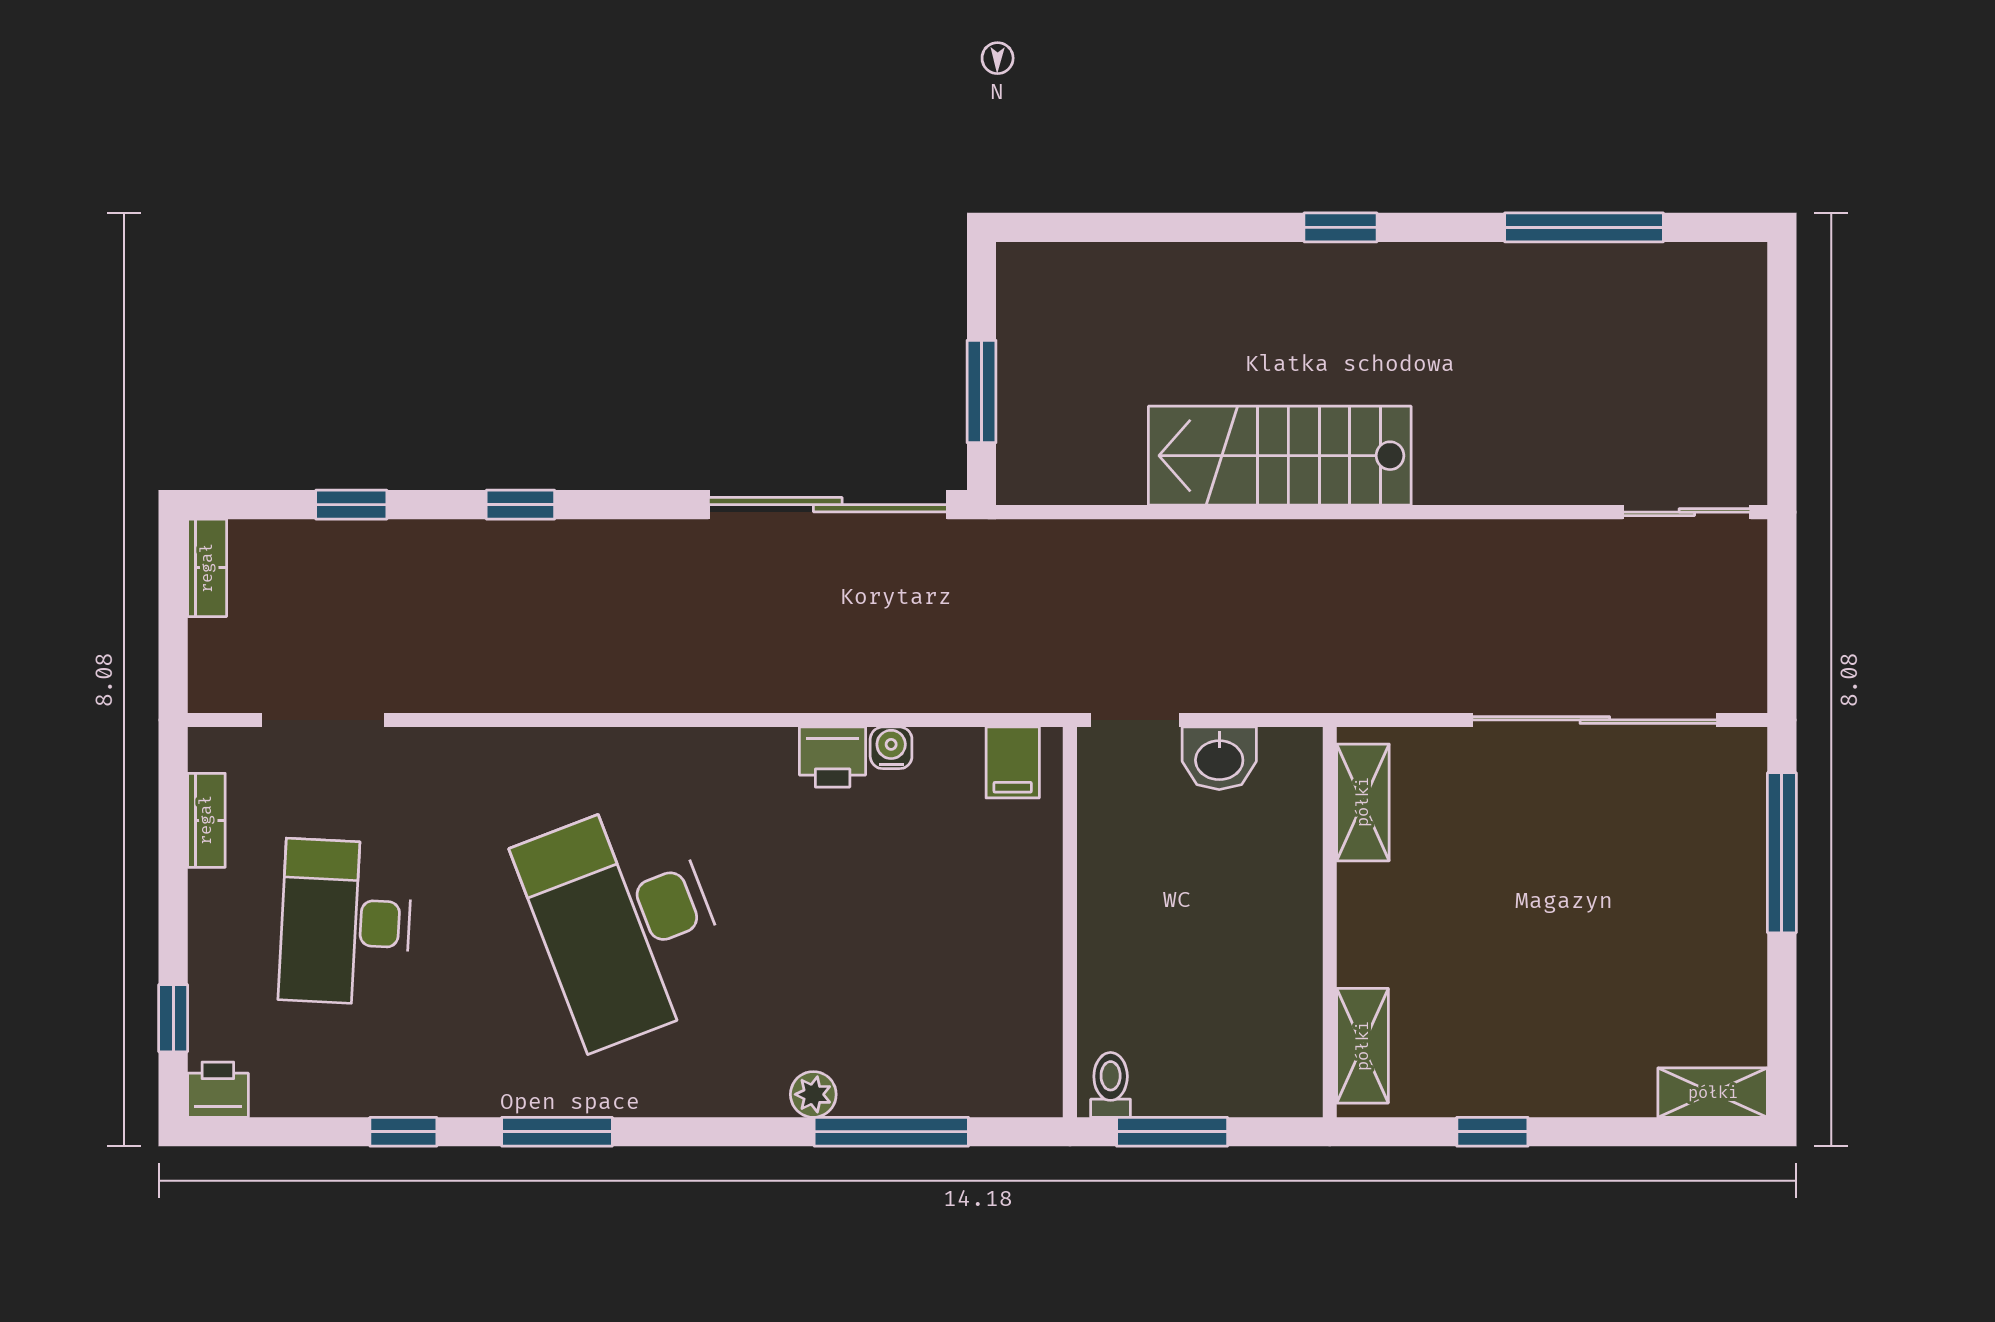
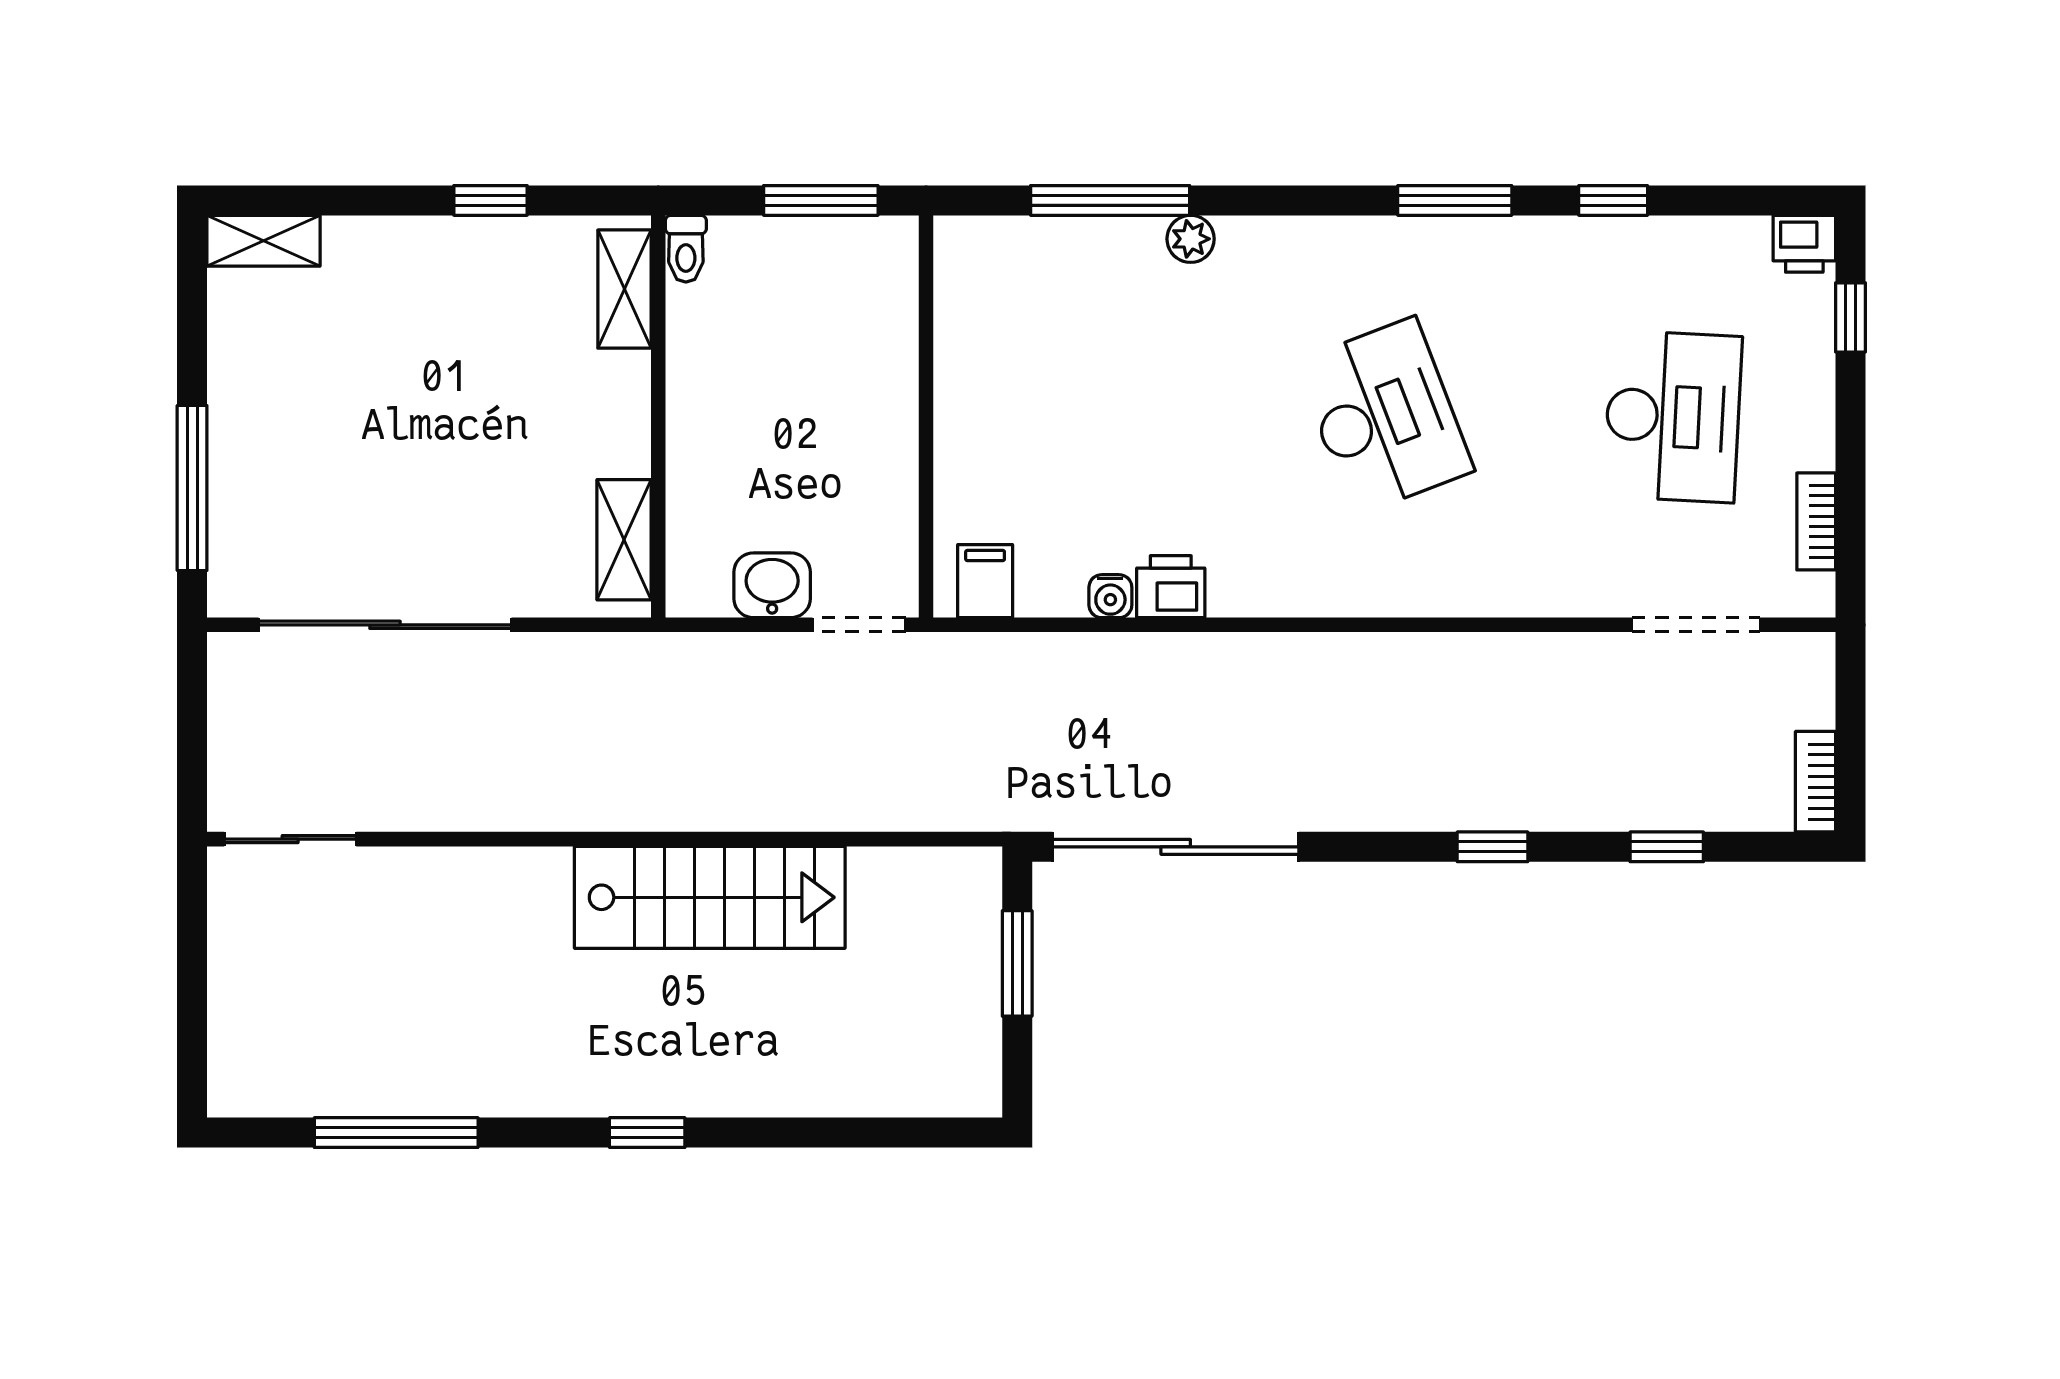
desk: (625, 922) -> (1384, 416), width x0.73, depth x0.77
toilet: (1111, 1085) -> (686, 249), moved

